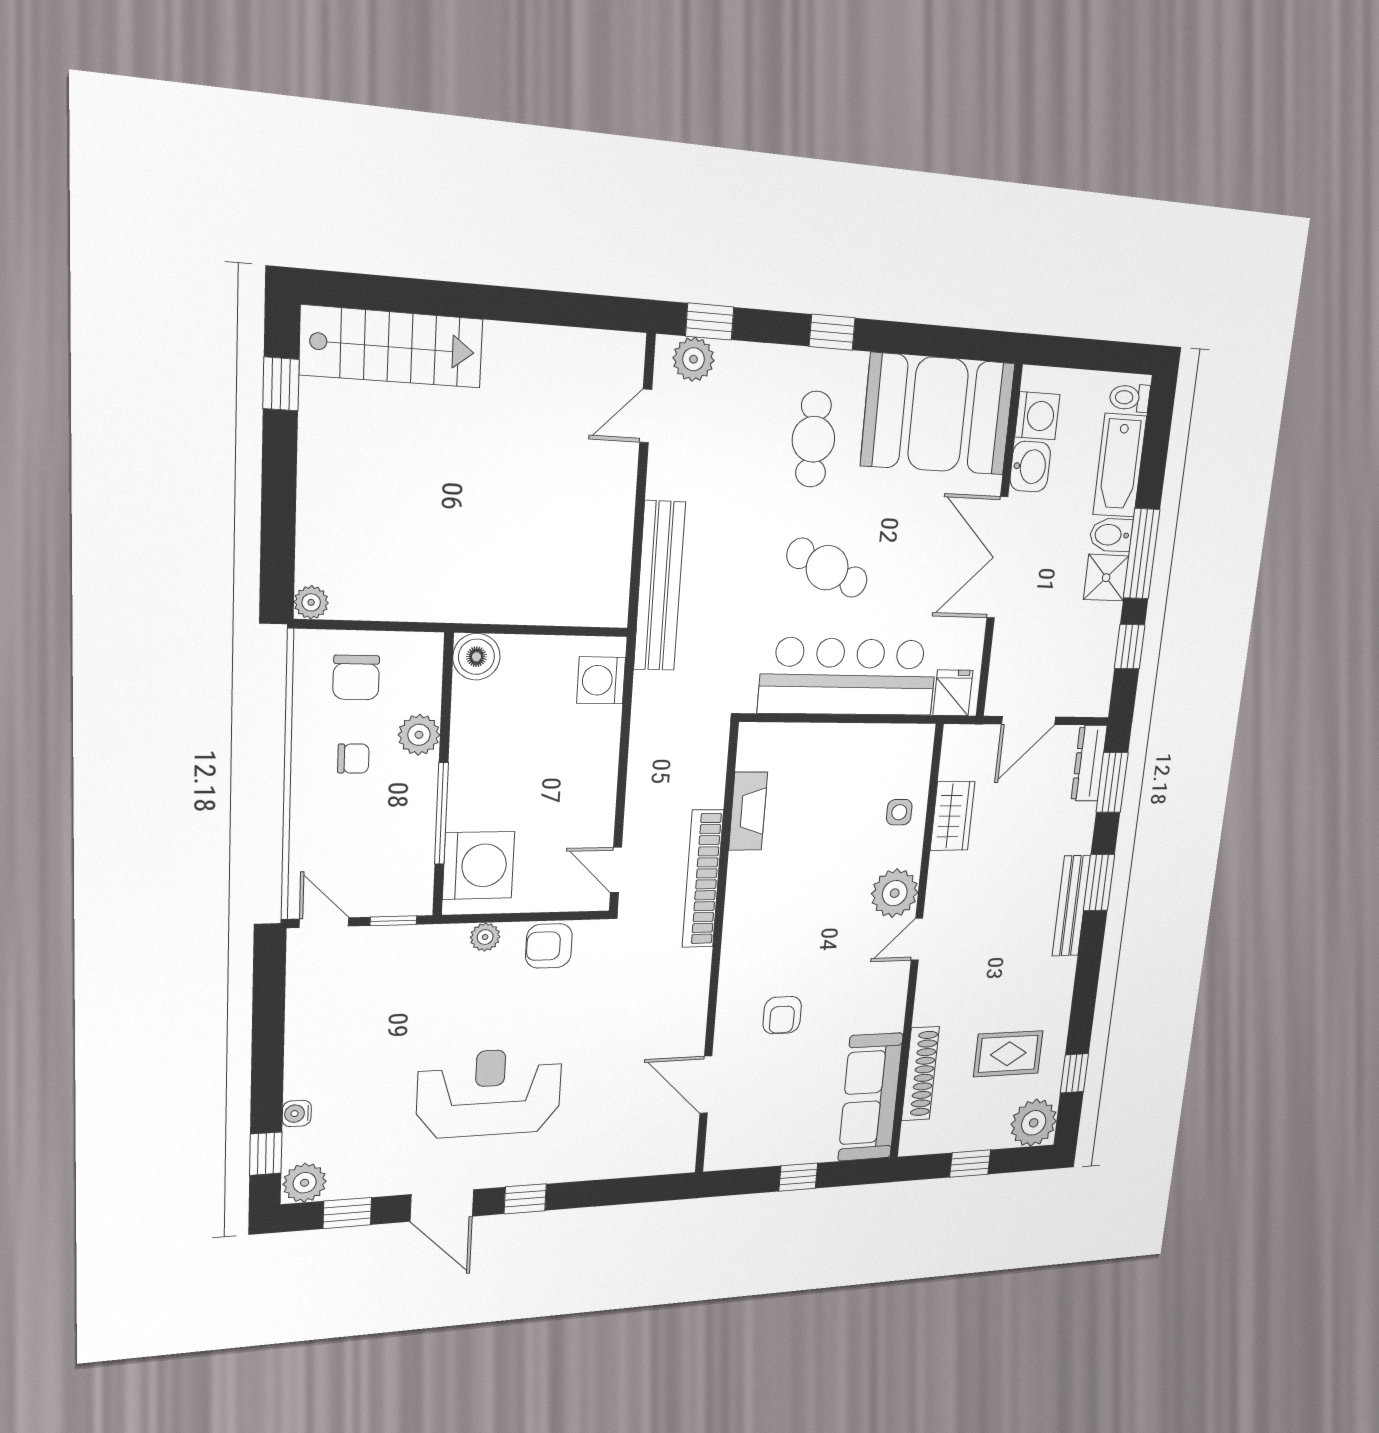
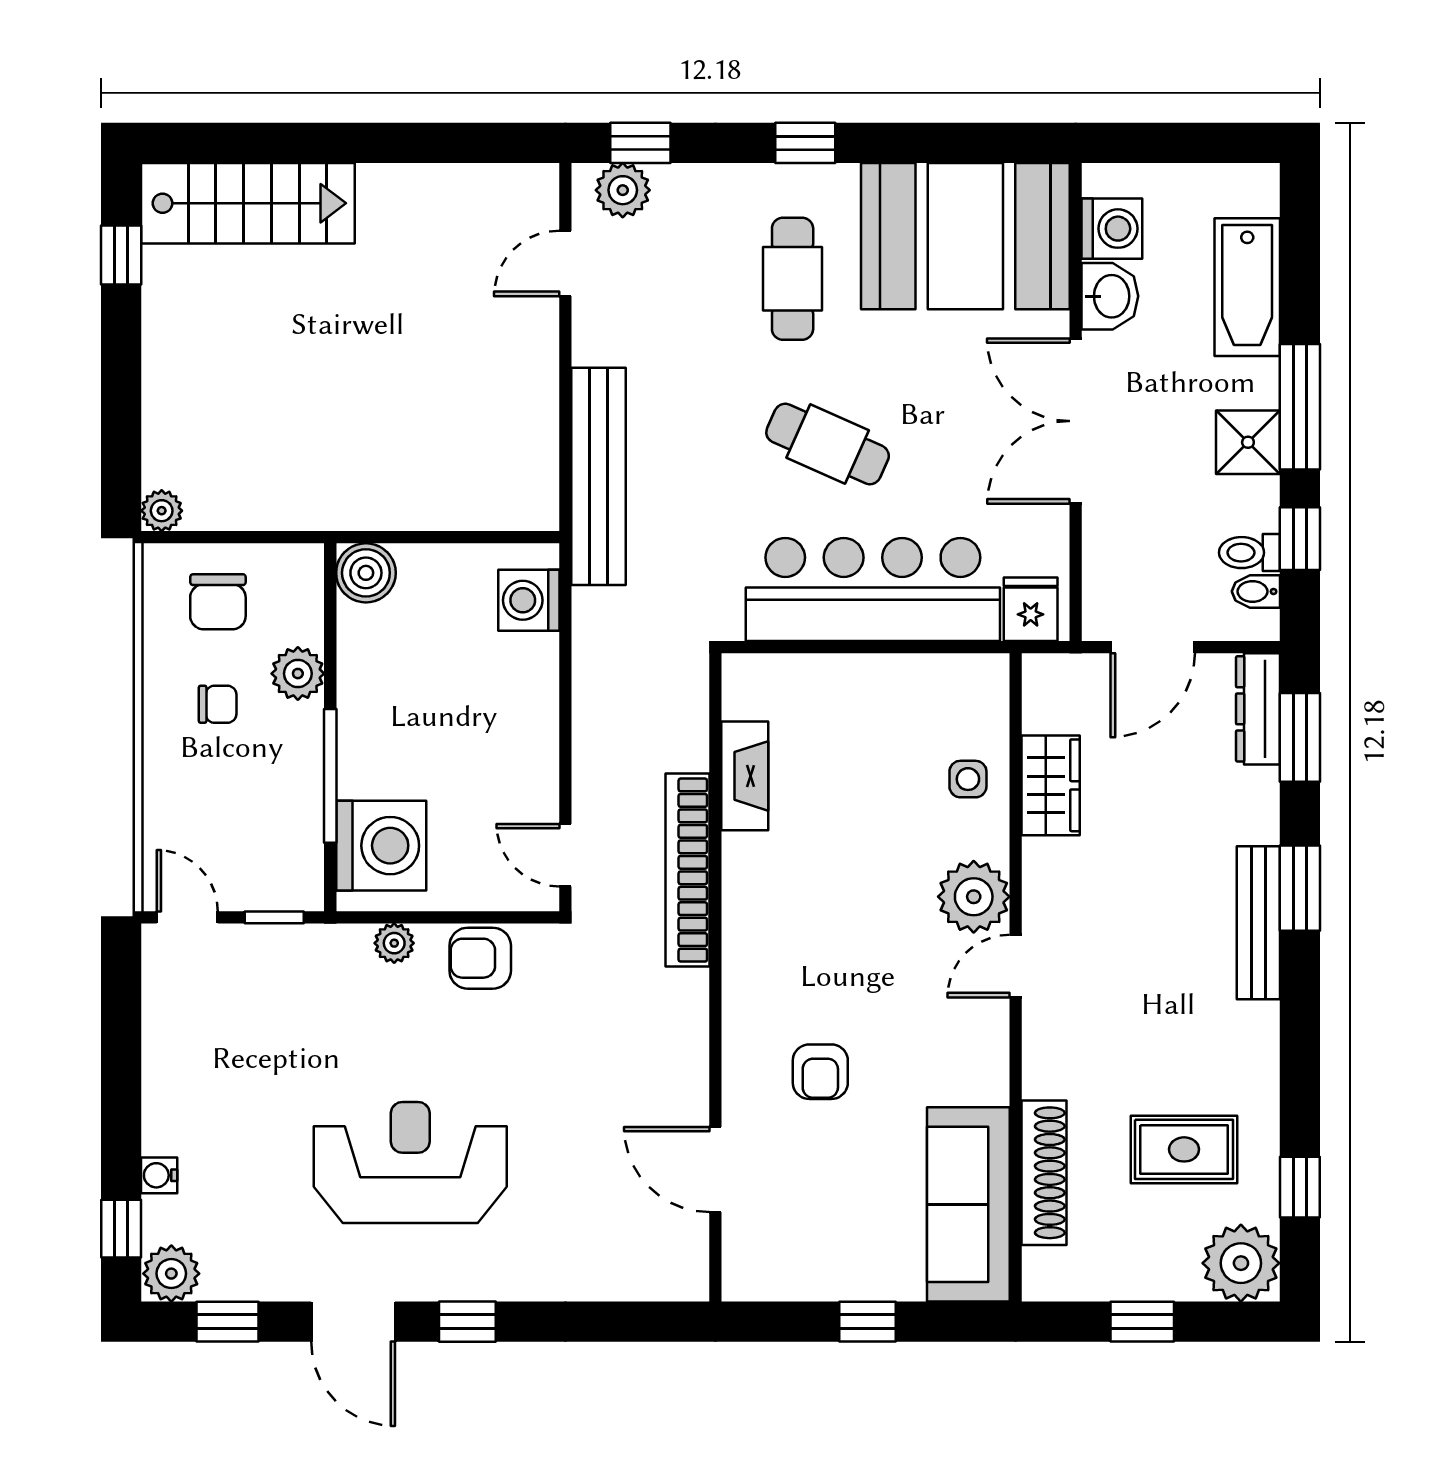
toilet: (1130, 398) -> (1249, 553), moved
bidet: (1111, 535) -> (1256, 591), moved, width x0.72, depth x0.74

